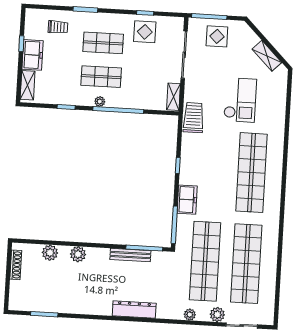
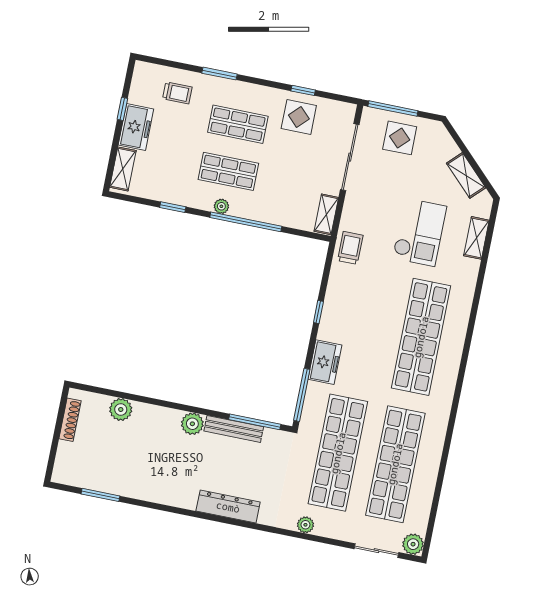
shelving: (280, 98) -> (476, 238), added
trolley: (193, 118) -> (350, 248), width x0.73, depth x0.72
plant: (78, 254) -> (192, 424), moved
plant: (217, 315) -> (413, 544), moved

